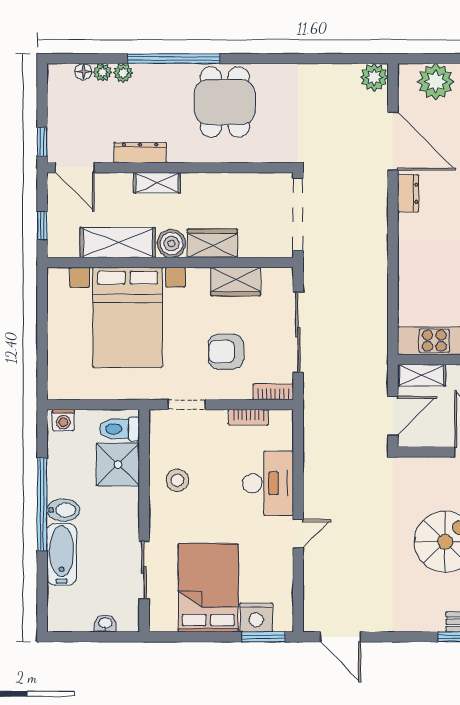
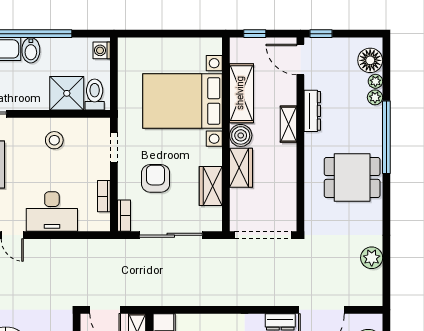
floor lamp: (83, 72) -> (370, 60), width x1.89, depth x1.89
plant: (374, 77) -> (372, 258), moved
door: (75, 168) -> (300, 59), hinge flipped

